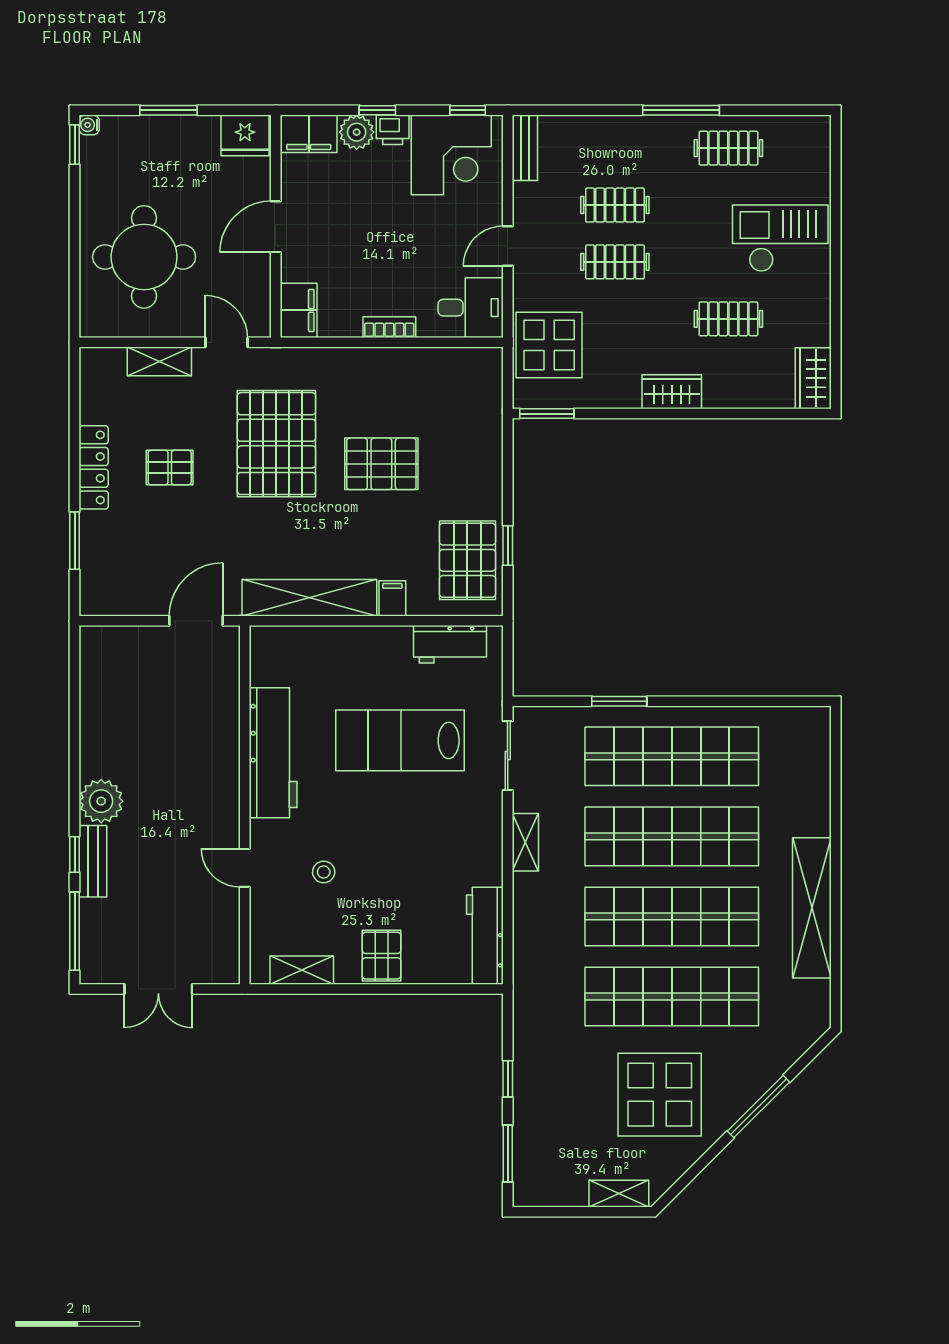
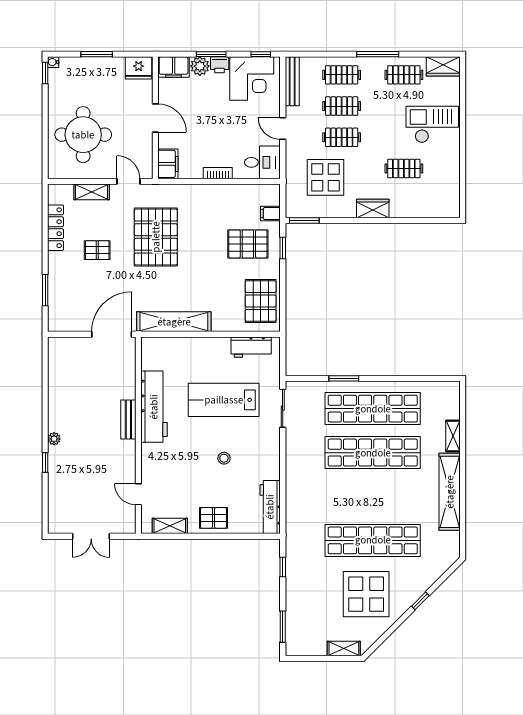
window: (377, 110) -> (211, 54), width x1.50
bench: (525, 148) -> (292, 81), width x1.36
clothes rail: (615, 148) -> (342, 75), added
door: (276, 227) -> (155, 118), swing flipped
door: (508, 246) -> (283, 129), hinge flipped
display table: (549, 345) -> (325, 177), moved
wardrobe: (813, 378) -> (443, 66), moved, turned -90
pallet: (381, 464) -> (248, 244), moved
locker: (94, 467) -> (56, 228), moved
window: (508, 545) -> (283, 248), moved
filing cabinet: (392, 598) -> (270, 213), moved, turned -90
door: (196, 621) -> (112, 334), width x1.36
plant: (101, 801) -> (54, 439), width x0.53, depth x0.53
shelving: (525, 842) -> (453, 436), moved
bench: (93, 861) -> (128, 419), moved
door: (245, 868) -> (138, 494), moved
stool: (324, 872) -> (224, 458), moved
shop shelf: (672, 916) -> (373, 496), removed
window: (75, 931) -> (45, 505), removed
pallet: (382, 956) -> (213, 518), turned 90
window: (508, 1079) -> (283, 567), moved
window: (759, 1107) -> (420, 601), width x0.46

